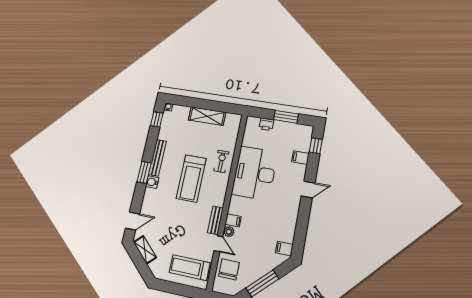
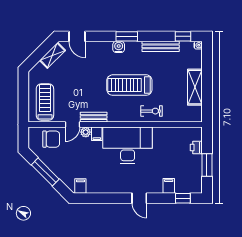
bench: (157, 158) -> (161, 46), moved
desk: (255, 173) -> (128, 145), moved

